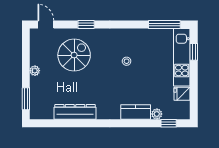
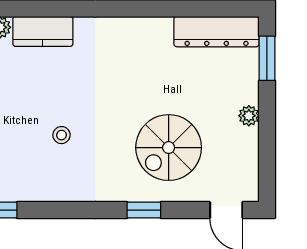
dresser: (75, 112) -> (217, 32), moved

